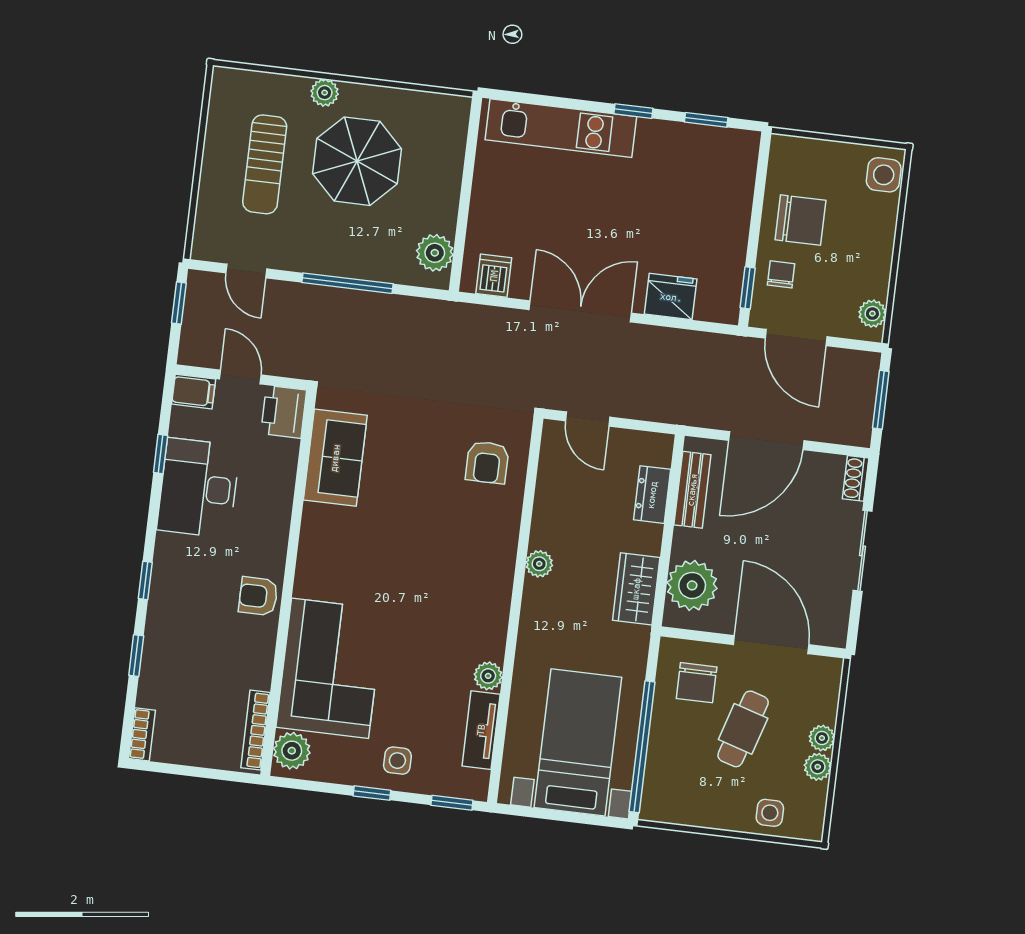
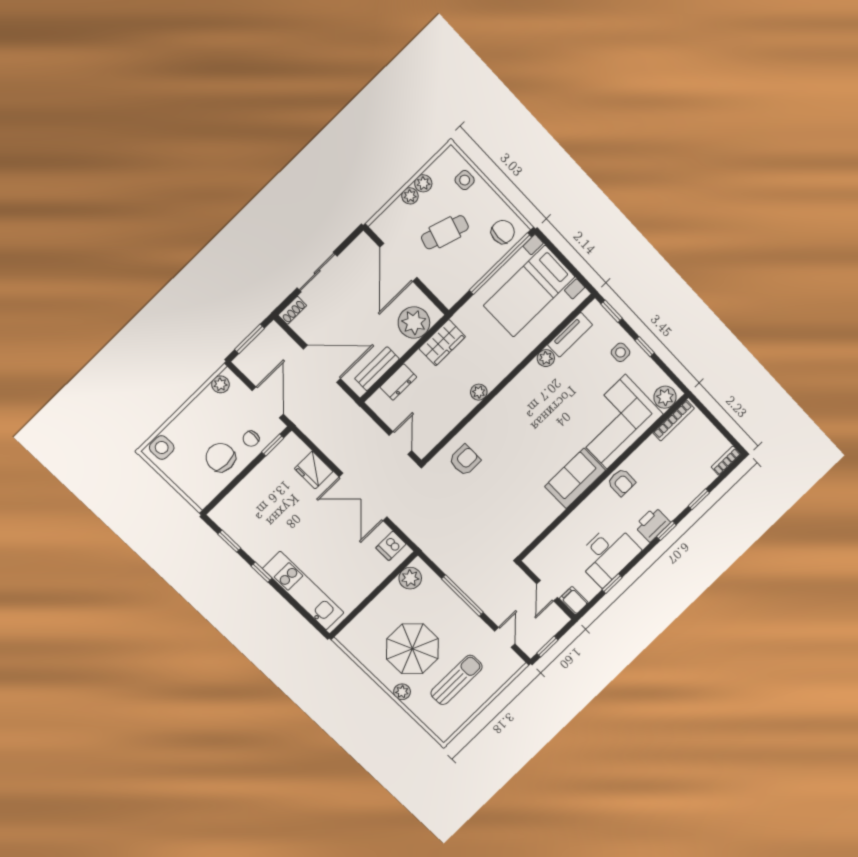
printer: (284, 412) -> (652, 524), moved, turned 180
sofa: (335, 458) -> (575, 478), moved
chair: (697, 683) -> (503, 232), moved

